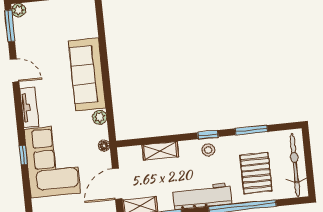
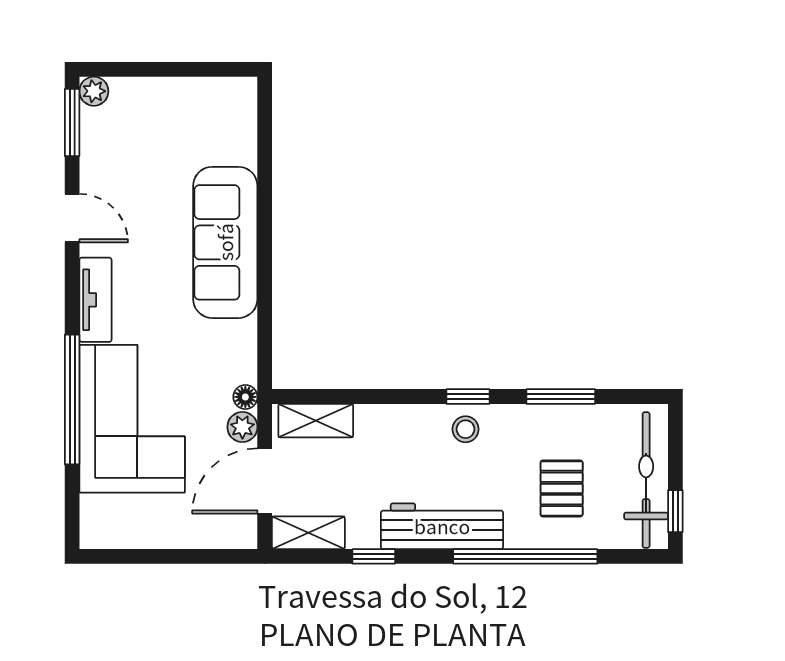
plant: (100, 117) -> (242, 427), moved
shelving: (160, 151) -> (316, 421), moved
window: (23, 155) -> (72, 399), width x3.17
pallet: (256, 173) -> (562, 488), width x0.67, depth x0.71
window: (310, 178) -> (675, 511), added

